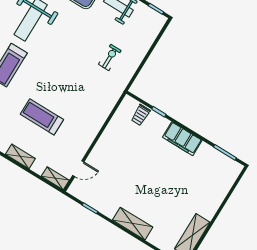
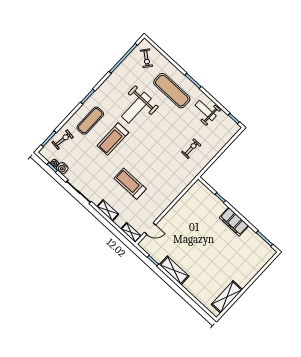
trolley: (141, 115) -> (206, 197), removed
shelving: (133, 224) -> (174, 270), moved

